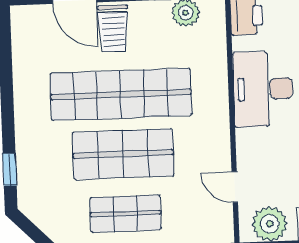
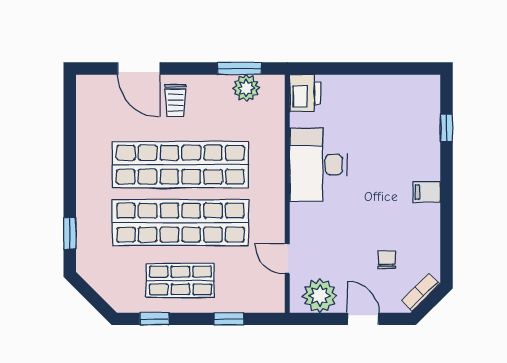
trolley: (113, 29) -> (175, 101), width x0.73, depth x0.72
shop shelf: (123, 154) -> (180, 223), width x1.40

